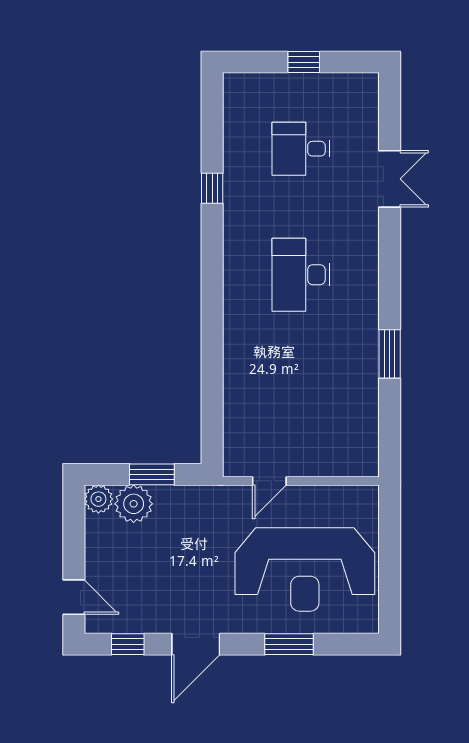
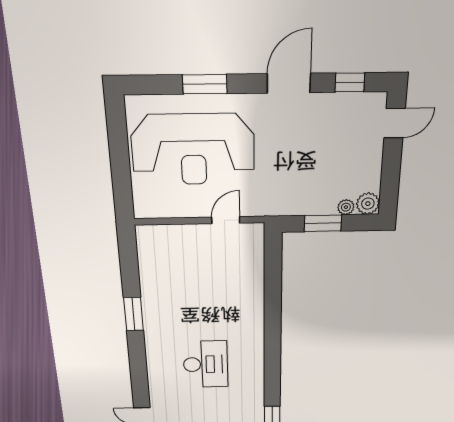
plant: (134, 504) -> (346, 207), width x0.53, depth x0.53
reception desk: (305, 569) -> (193, 150), turned 180
door: (74, 597) -> (395, 123), swing flipped

